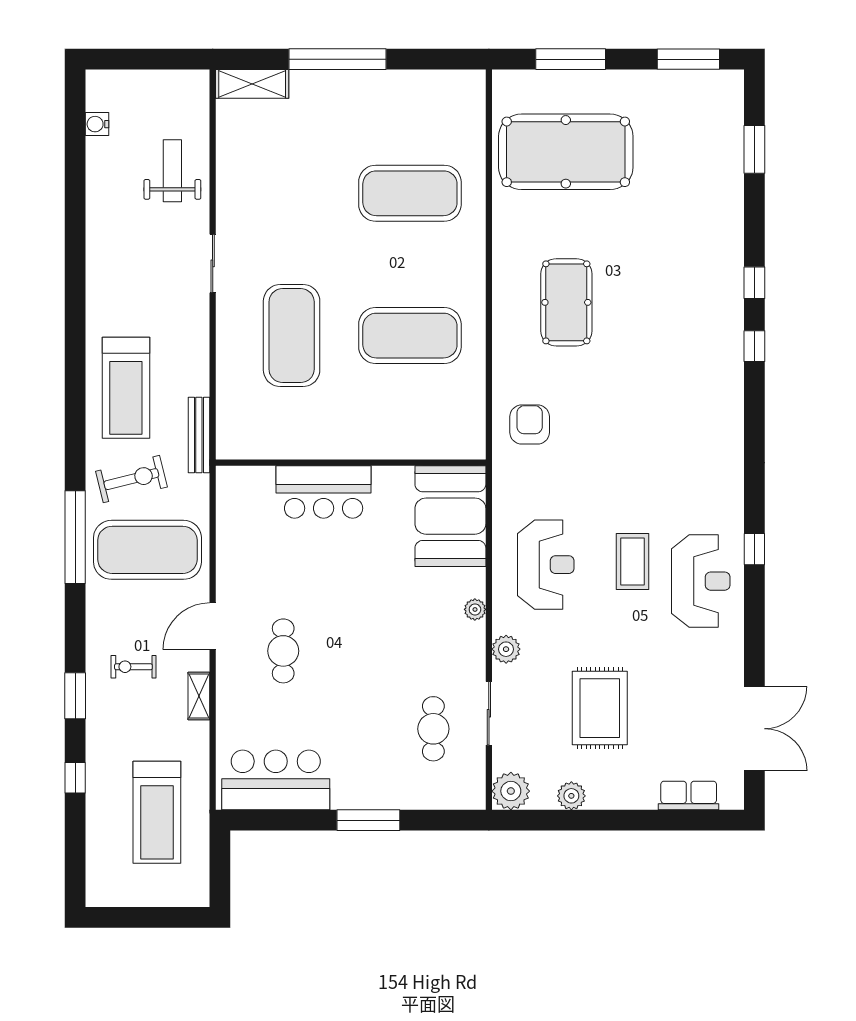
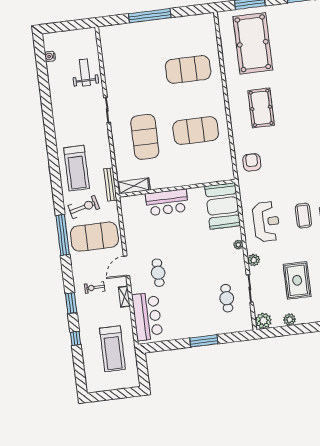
shelving: (252, 84) -> (134, 186), moved
pool table: (566, 152) -> (253, 43), turned 90
bar counter: (276, 780) -> (147, 316), moved, turned 90

